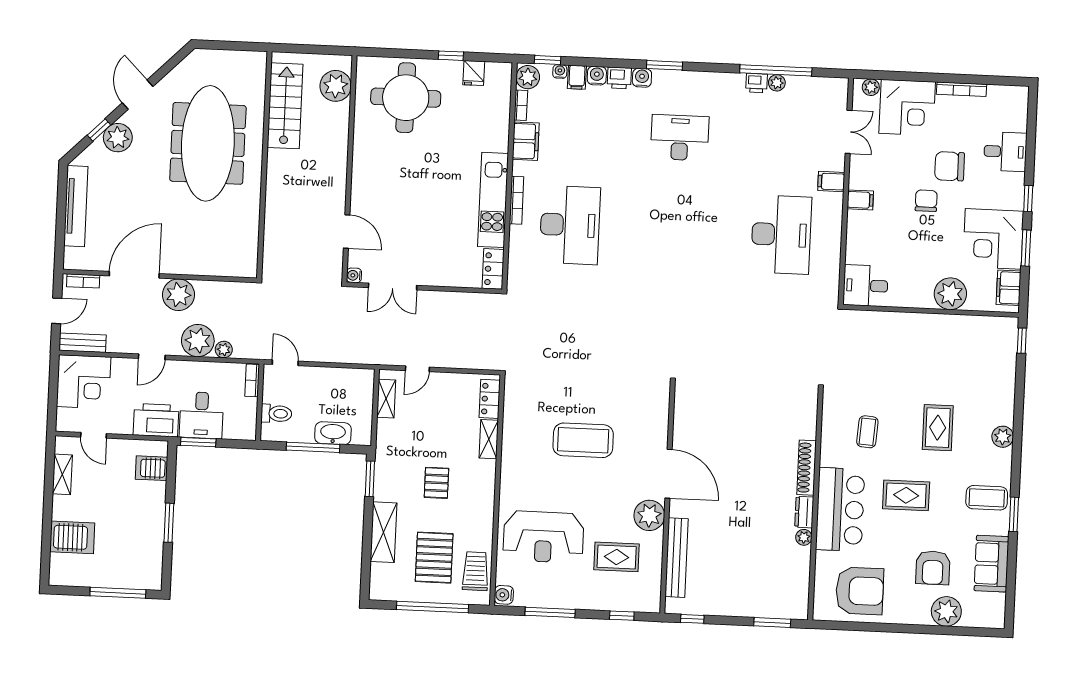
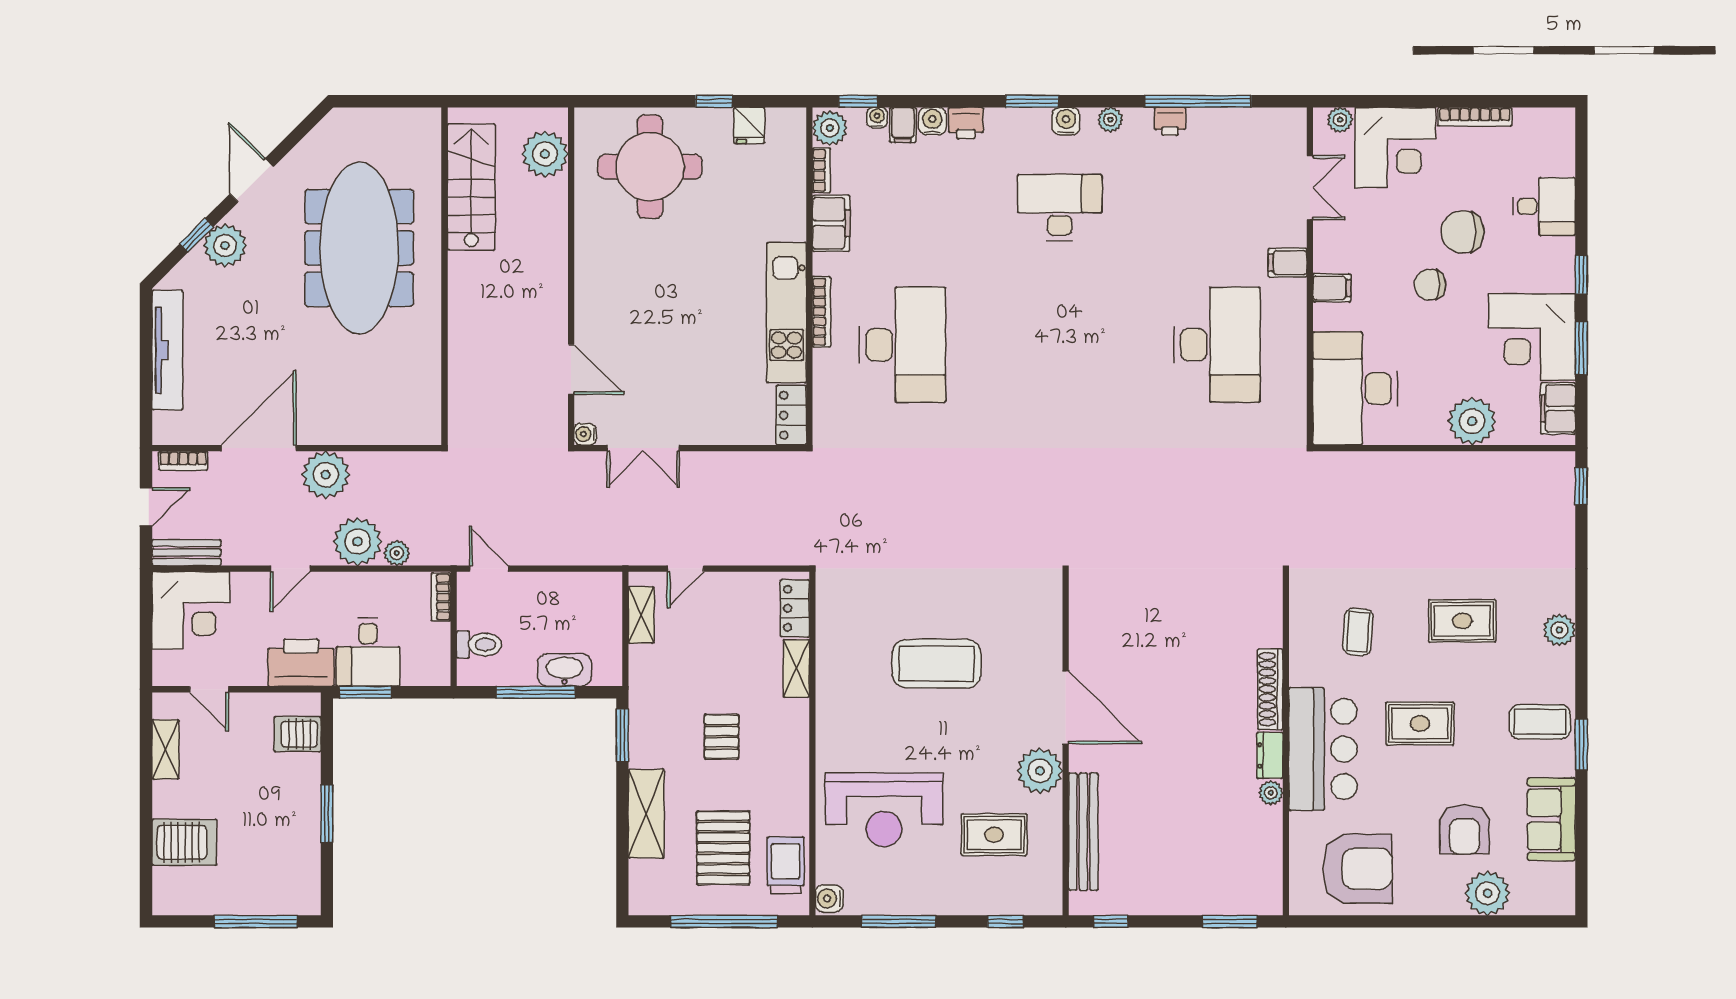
water cooler: (642, 78) -> (1066, 121), moved
plant: (777, 83) -> (1110, 120), moved
chair: (926, 201) -> (1430, 285), turned -90
desk: (866, 286) -> (1355, 388), width x1.87, depth x1.30
rug: (938, 428) -> (1462, 621), turned 90

